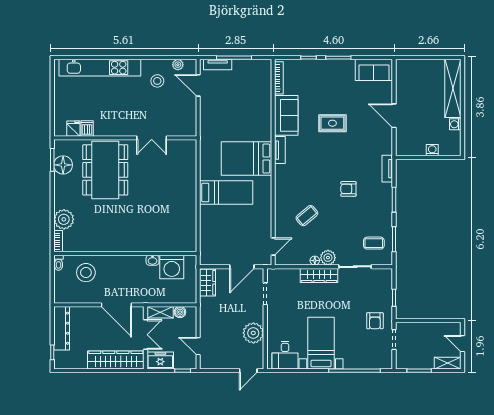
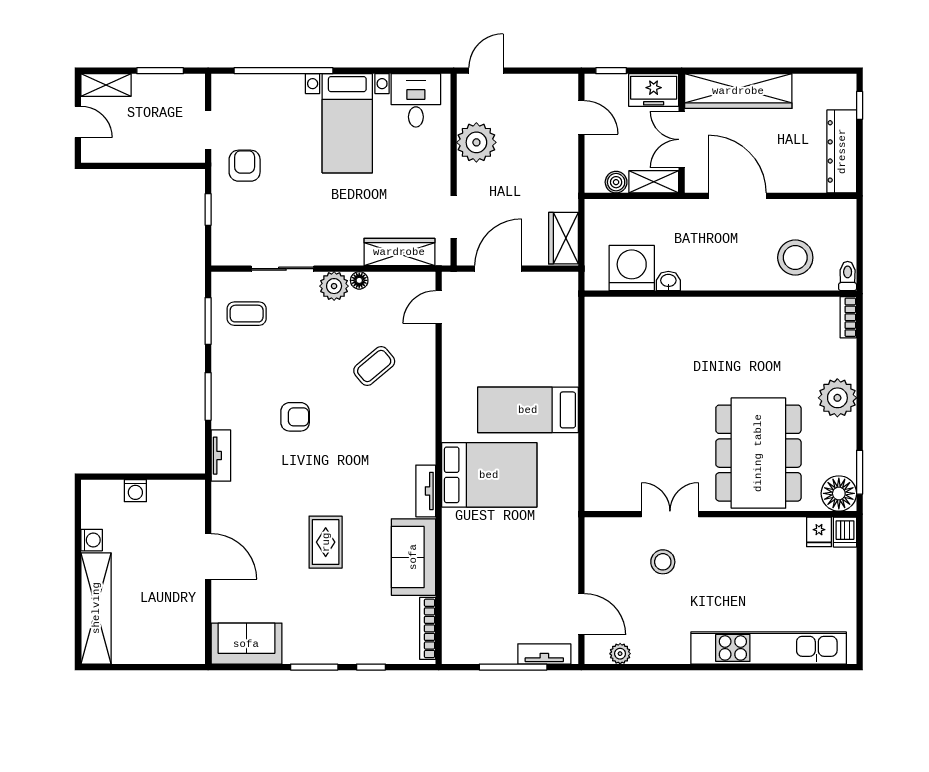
stool: (157, 81) -> (663, 562), moved
rug: (332, 123) -> (326, 542), turned 90
dishwasher: (87, 128) -> (845, 532), moved
floor lamp: (63, 165) -> (839, 493), moved
plant: (64, 219) -> (837, 398), moved
wardrobe: (319, 275) -> (399, 252), moved

